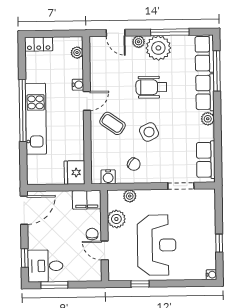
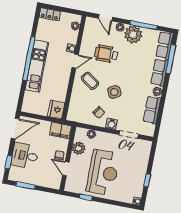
wheelchair: (151, 87) -> (106, 54), moved
row of seats: (206, 160) -> (152, 110), moved
water cooler: (108, 177) -> (112, 124), moved
desk: (45, 266) -> (25, 156), moved

